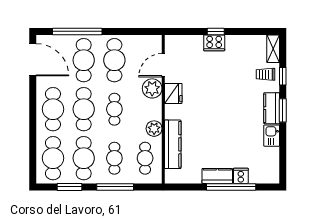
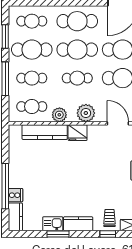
plant: (152, 88) -> (86, 113), moved
fridge: (173, 93) -> (78, 133), moved
window: (283, 110) -> (58, 234), moved
cafe table: (53, 158) -> (32, 21), width x0.73, depth x0.74
kitchen counter: (217, 176) -> (15, 217), moved

